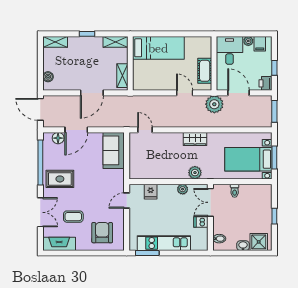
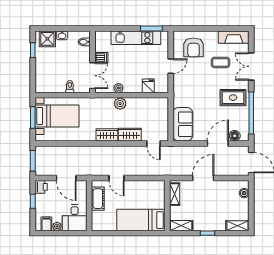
plant: (214, 104) -> (89, 167), removed
wardrobe: (170, 139) -> (130, 135), added
plant: (195, 173) -> (120, 104), moved
door: (127, 201) -> (171, 66), moved
window: (274, 216) -> (33, 50), moved

